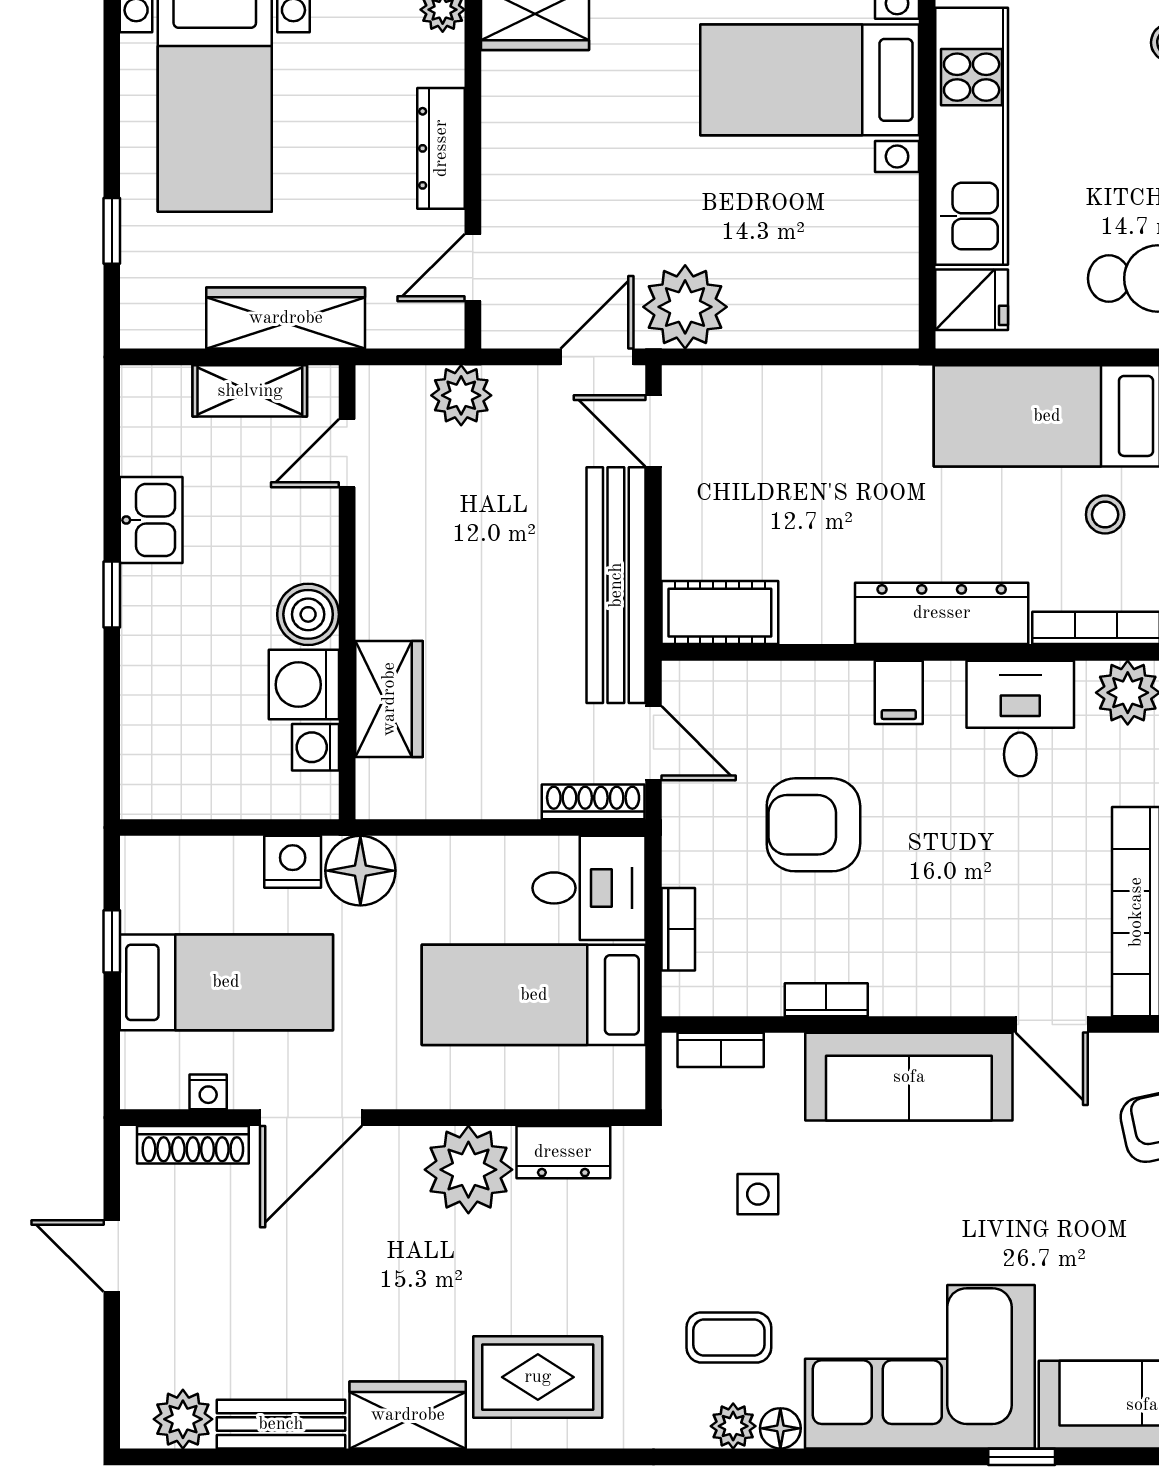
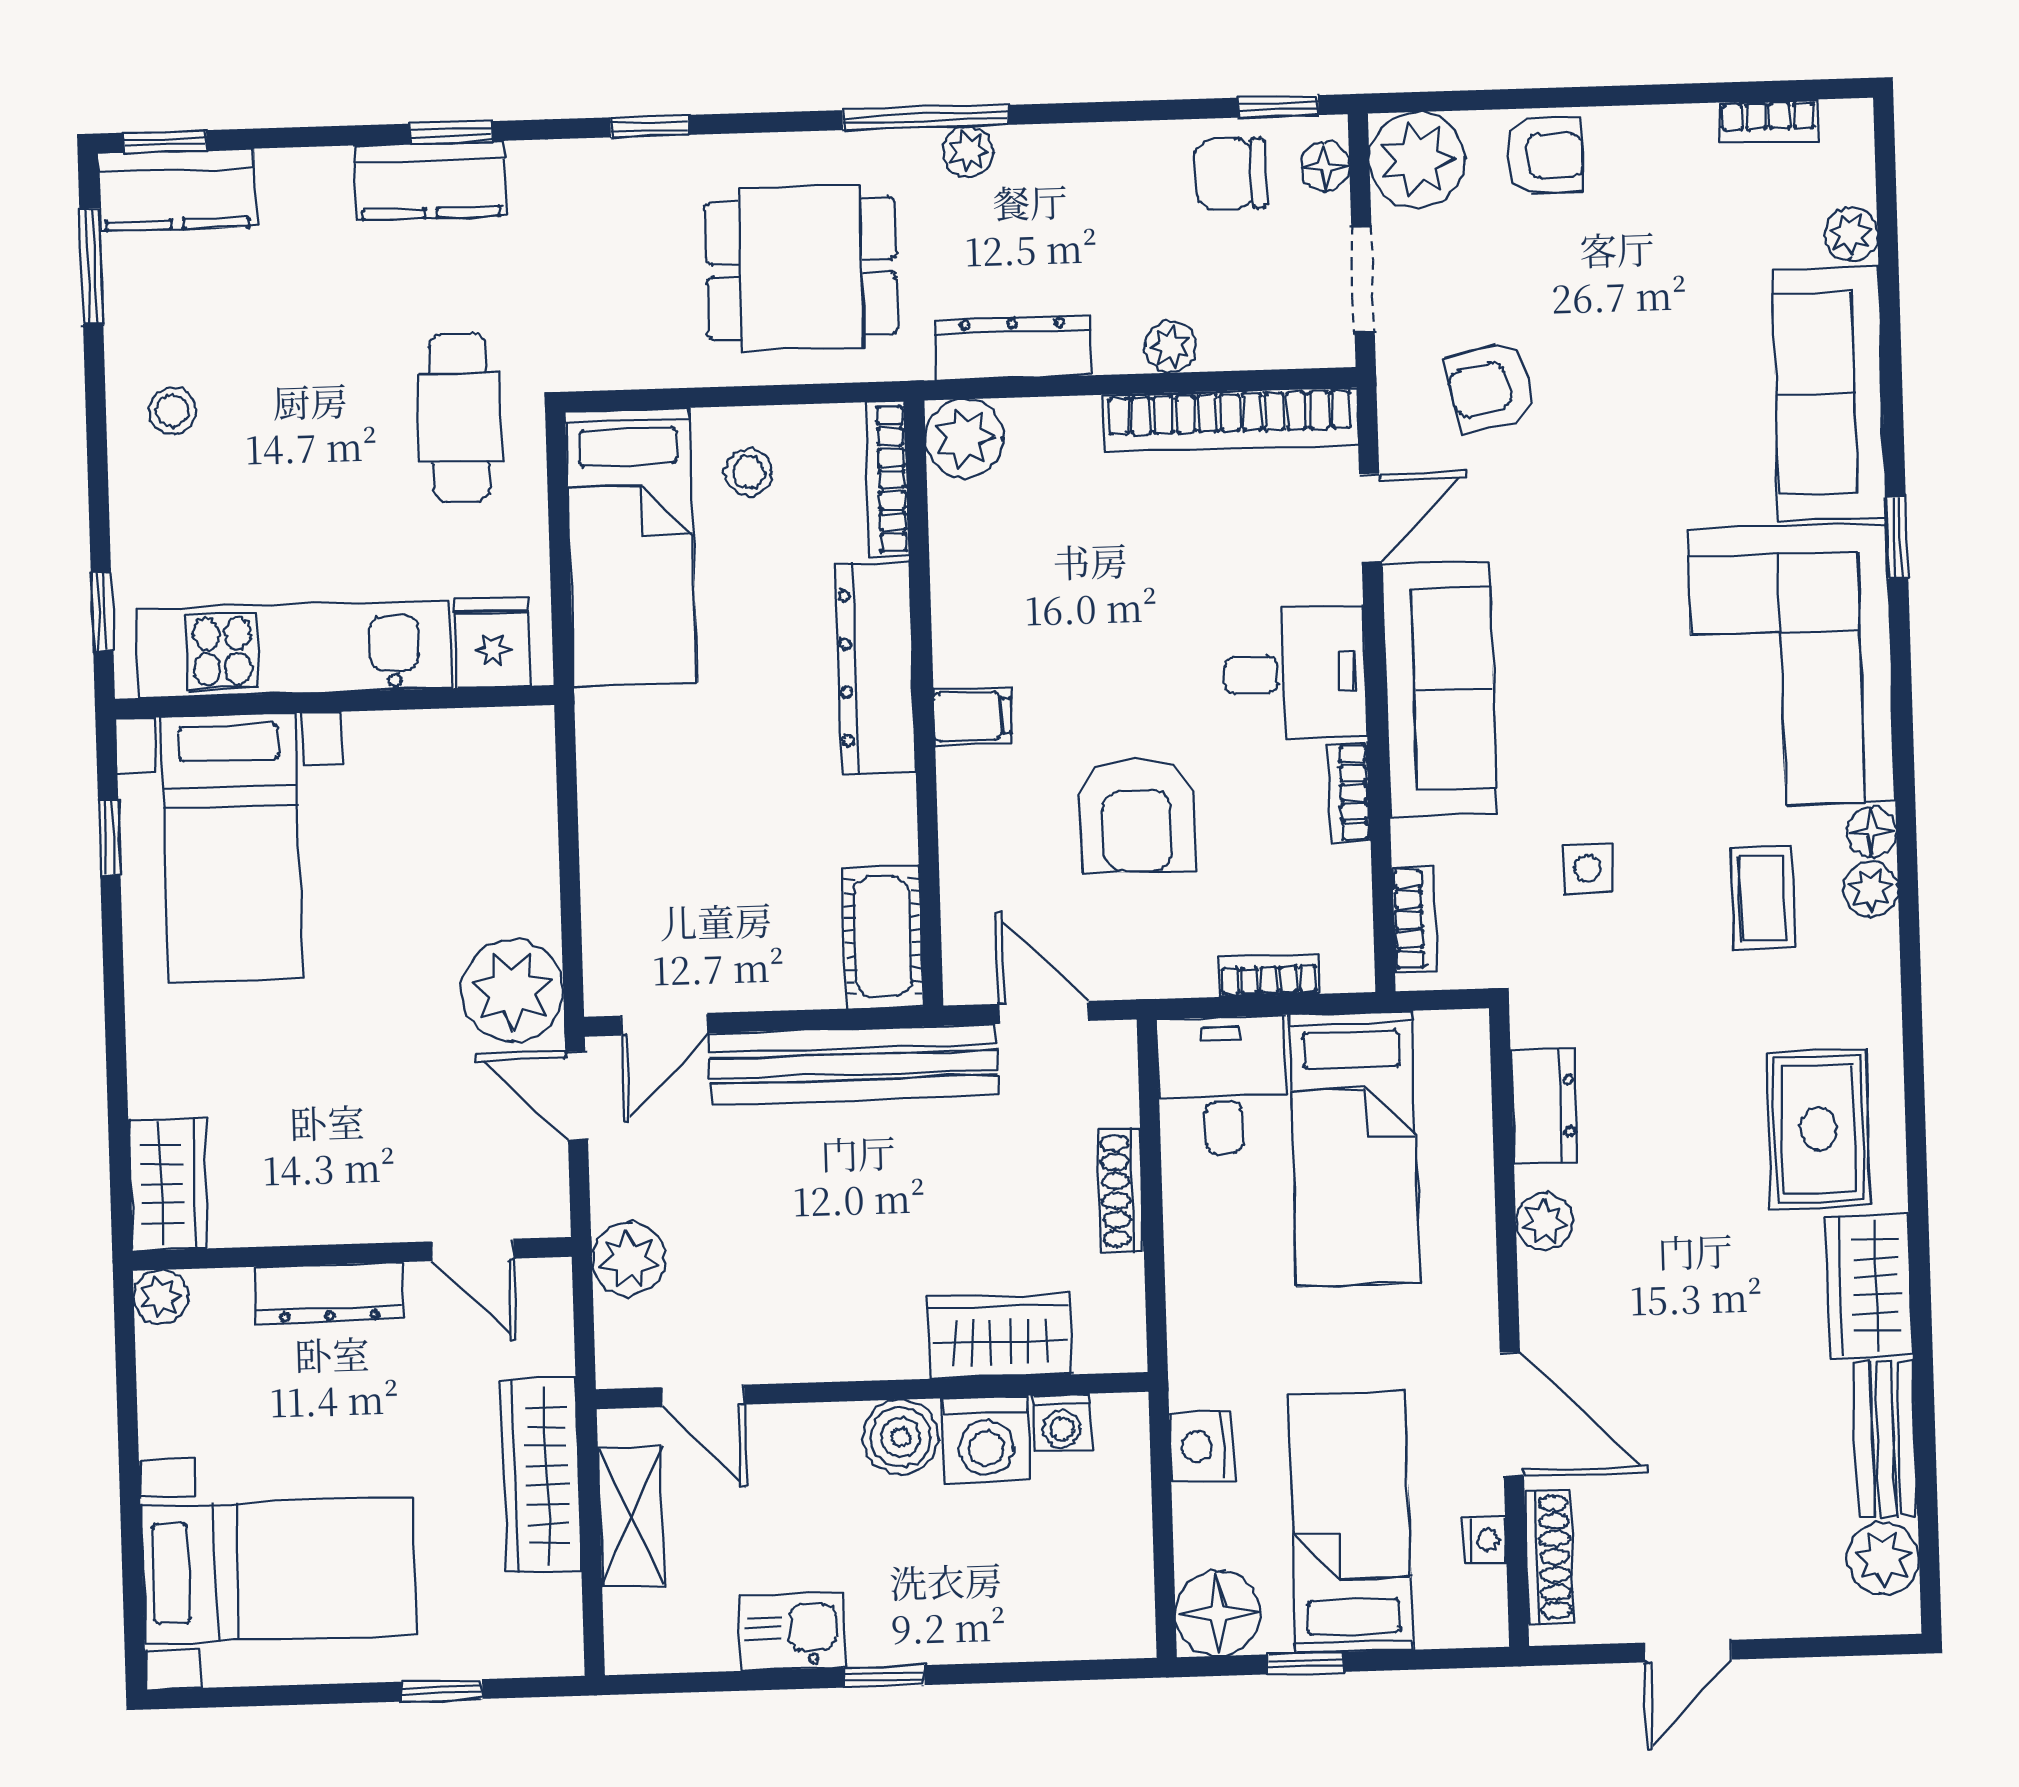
desk: (1020, 719) -> (1295, 673), moved, turned 180
door: (654, 743) -> (1044, 1012), hinge flipped
shoe rack: (593, 802) -> (1121, 1191), moved
floor lamp: (360, 871) -> (1218, 1613), moved
plant: (468, 1170) -> (1544, 1222), width x0.53, depth x0.53

